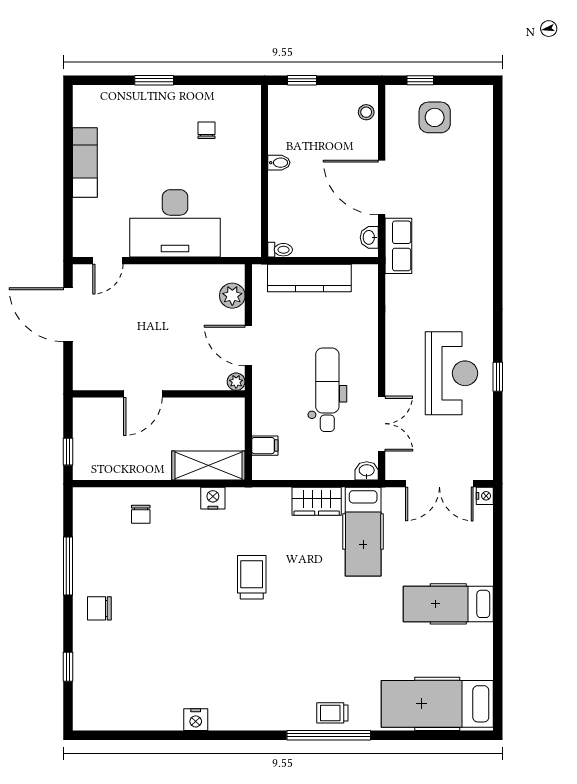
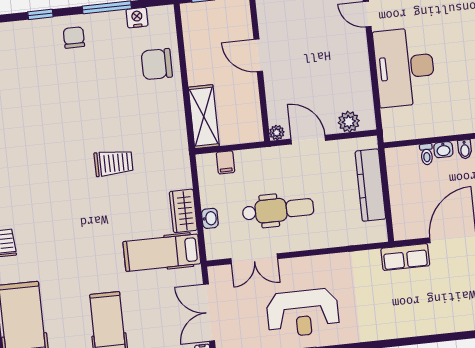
washbasin: (369, 237) -> (443, 150), moved, turned 180
toilet: (280, 250) -> (427, 154), moved
door: (248, 346) -> (308, 140), hinge flipped
washbasin: (367, 471) -> (210, 218), moved
nightstand: (213, 498) -> (137, 18), moved, turned -90
chair: (141, 514) -> (157, 64), width x1.87, depth x1.87
window: (68, 667) -> (40, 14), moved

